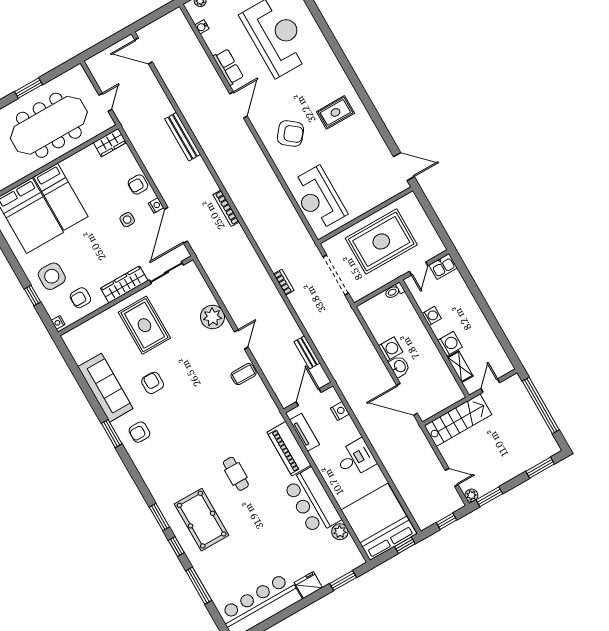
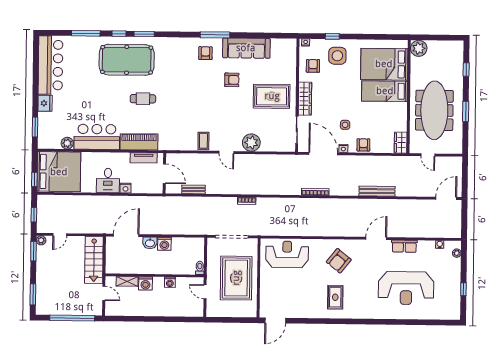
door: (238, 105) -> (376, 238), swing flipped
kitchen sink: (443, 266) -> (197, 308), removed
nightstand: (340, 411) -> (125, 188), moved
window: (112, 434) -> (215, 35), width x1.44
pool table: (202, 520) -> (127, 60), width x1.36, depth x1.32

